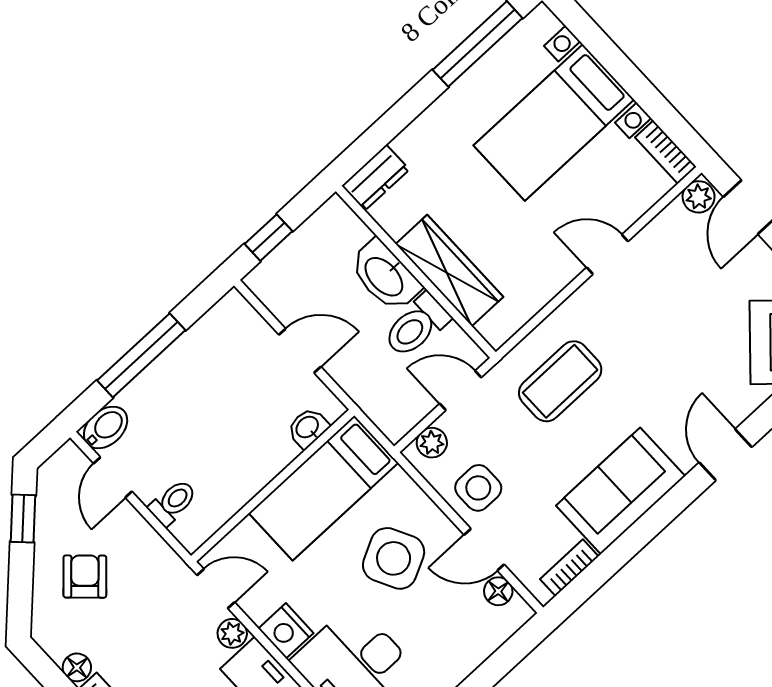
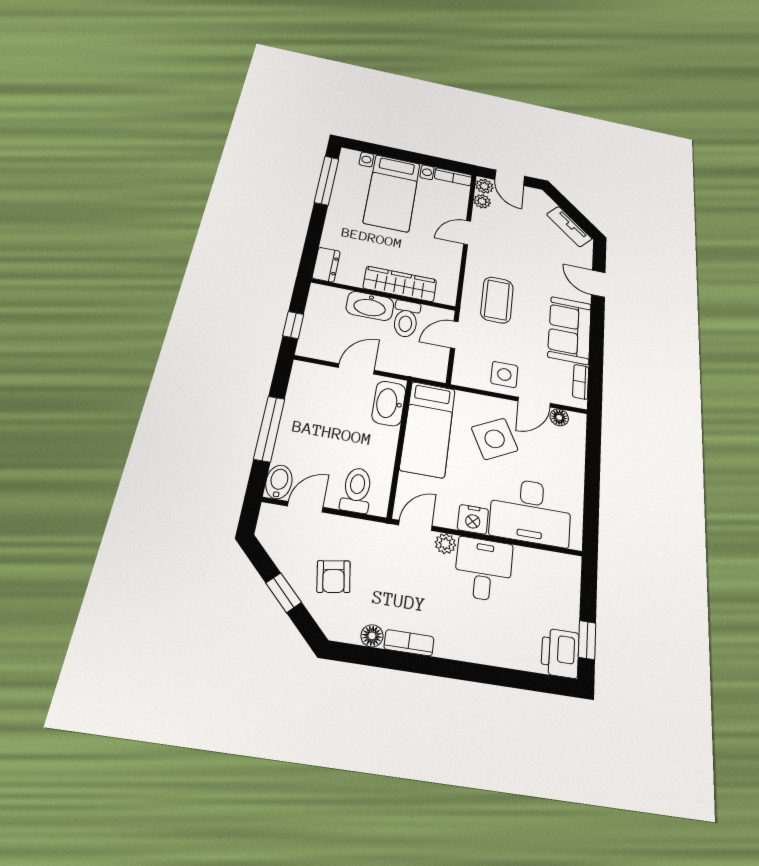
washbasin: (308, 428) -> (389, 403), width x1.91, depth x1.45
plant: (432, 443) -> (482, 201), moved
door: (113, 477) -> (305, 507), swing flipped
toilet: (173, 502) -> (357, 490), width x1.37, depth x1.39
window: (23, 519) -> (284, 593), moved
armchair: (85, 577) -> (334, 577), turned -142

